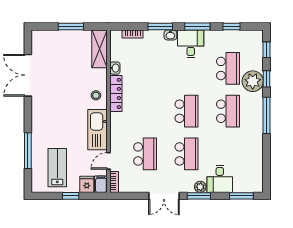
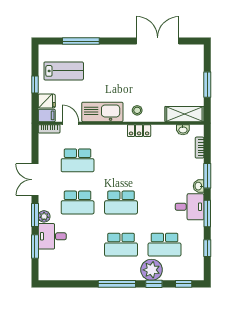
washbasin: (115, 68) -> (183, 130), moved
locker: (116, 93) -> (139, 131), width x0.66
window: (241, 196) -> (35, 246), moved

